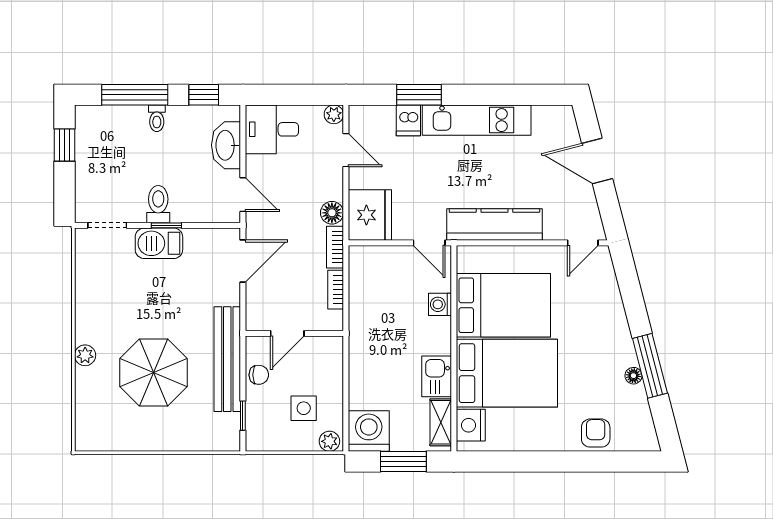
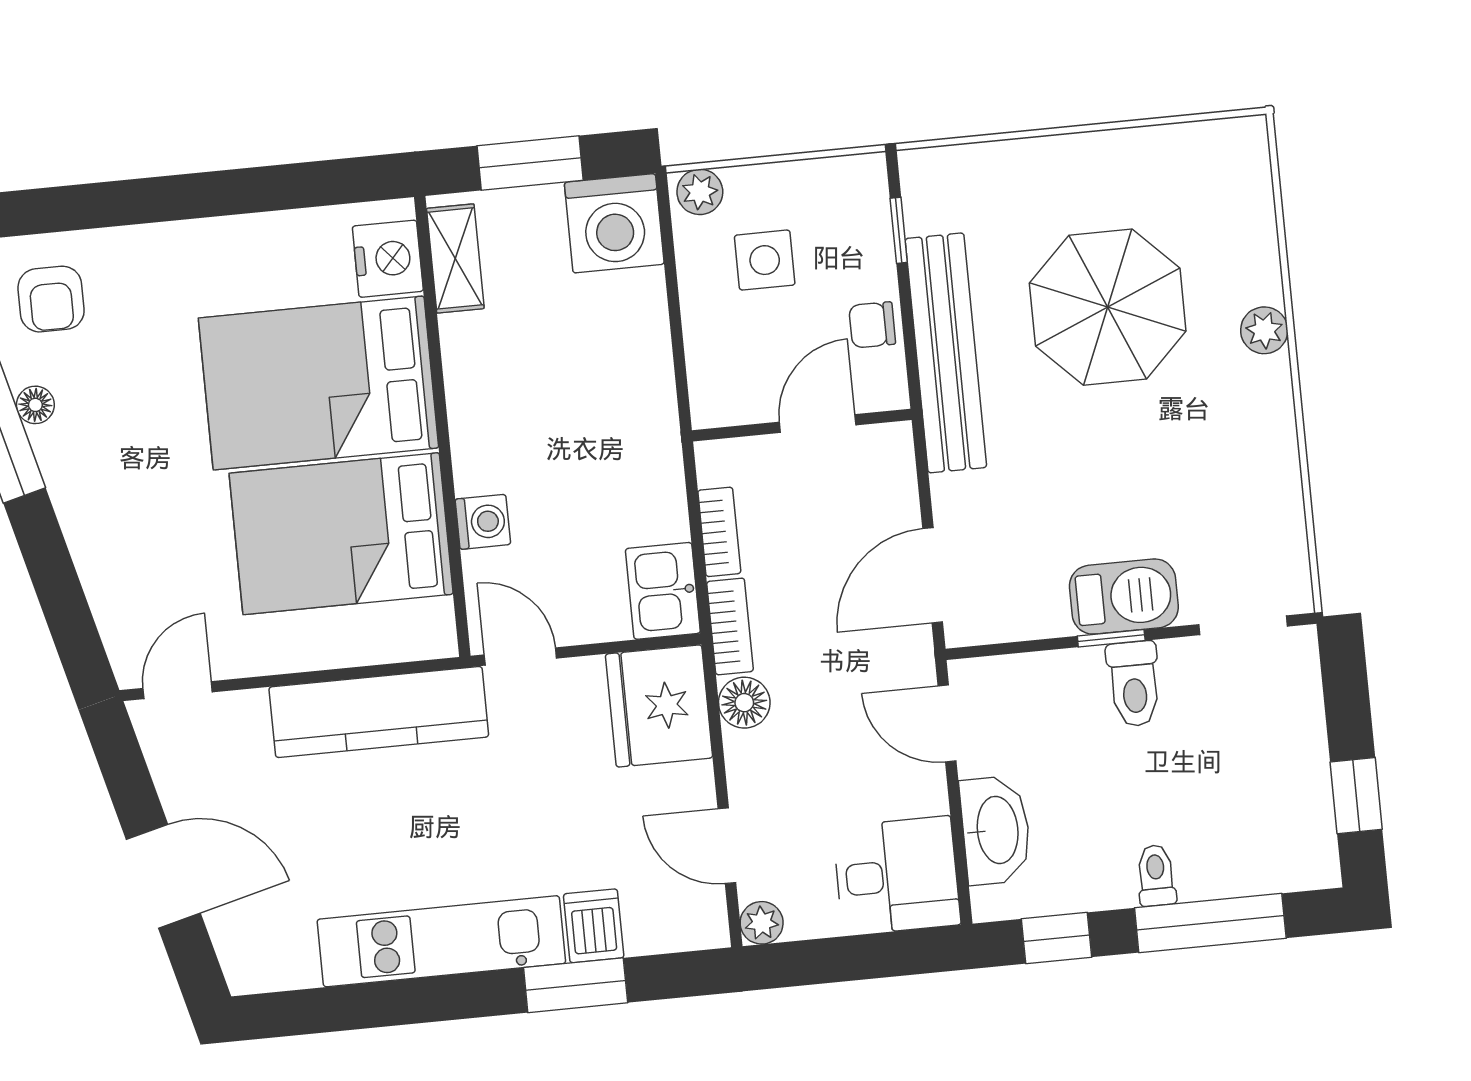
kitchen sink: (437, 376) -> (663, 591), moved, turned 180
armchair: (596, 433) -> (51, 299), moved

